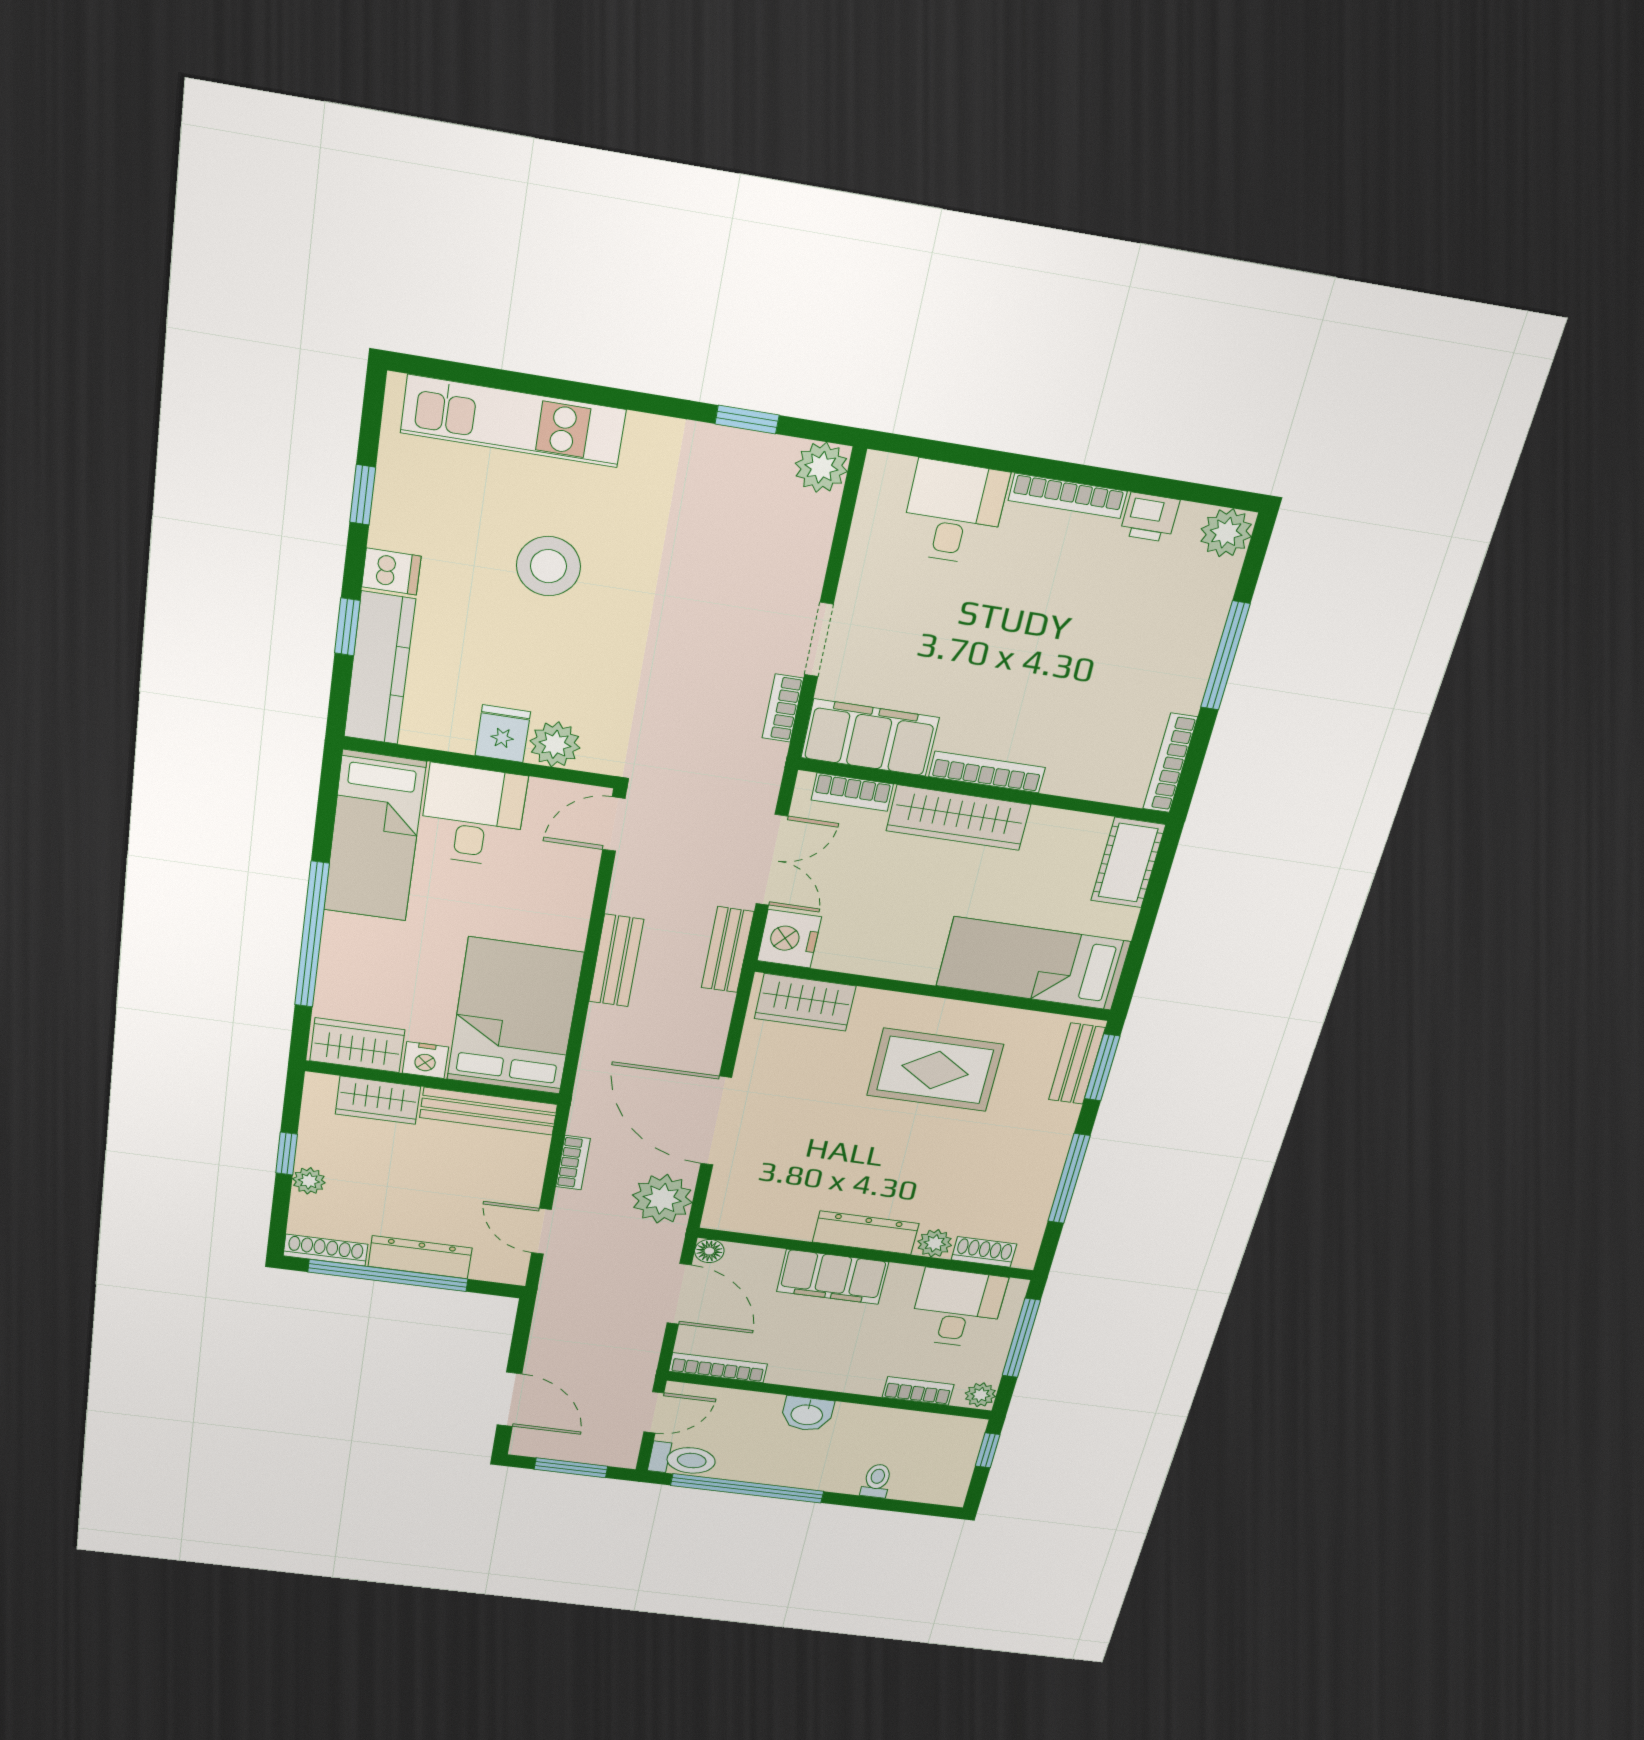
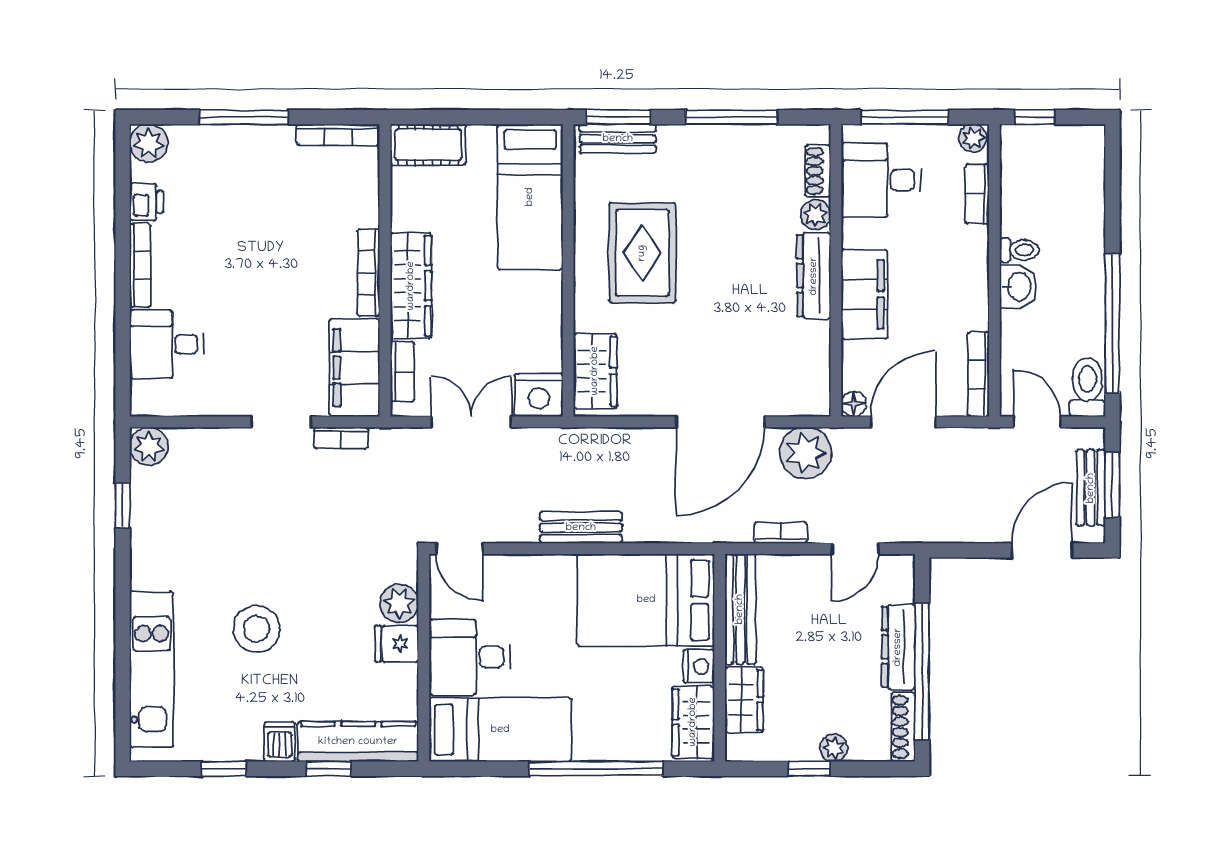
bench: (728, 950) -> (1091, 488), moved, turned 90
toilet: (877, 1481) -> (1019, 250), moved, turned 180

